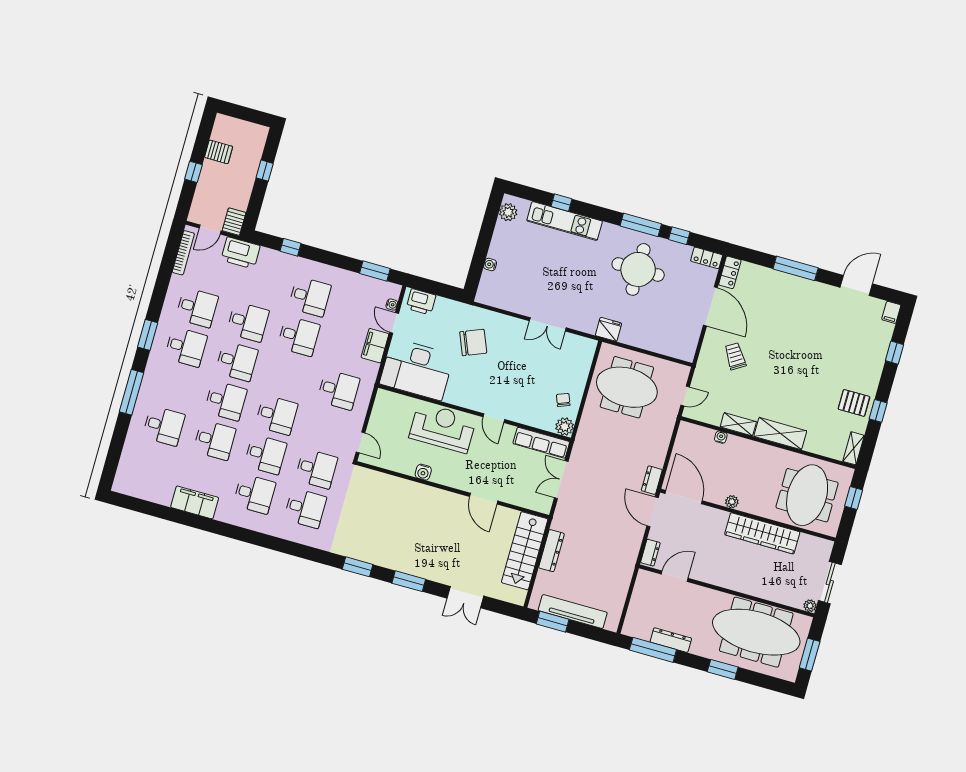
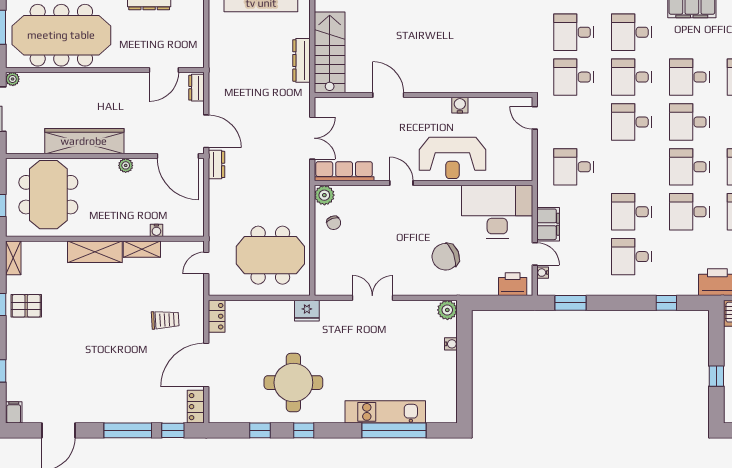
window: (562, 203) -> (394, 430), width x3.17
plant: (508, 212) -> (447, 310), moved
window: (641, 225) -> (304, 430), width x0.46
window: (756, 257) -> (173, 430), added
locker: (707, 258) -> (217, 316), moved, turned 90
door: (710, 306) -> (206, 365), hinge flipped
trolley: (735, 356) -> (165, 320), turned -61

